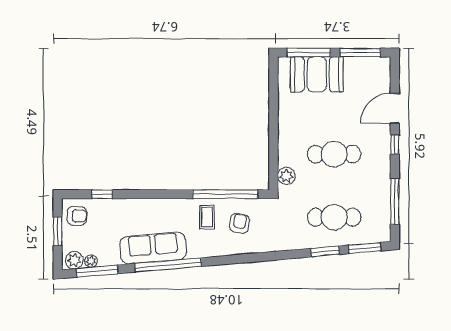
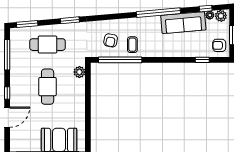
cafe table: (334, 154) -> (48, 87), turned 90
sofa: (153, 248) -> (183, 23), moved
window: (325, 251) -> (70, 20), moved
window: (97, 271) -> (206, 9), width x0.46

